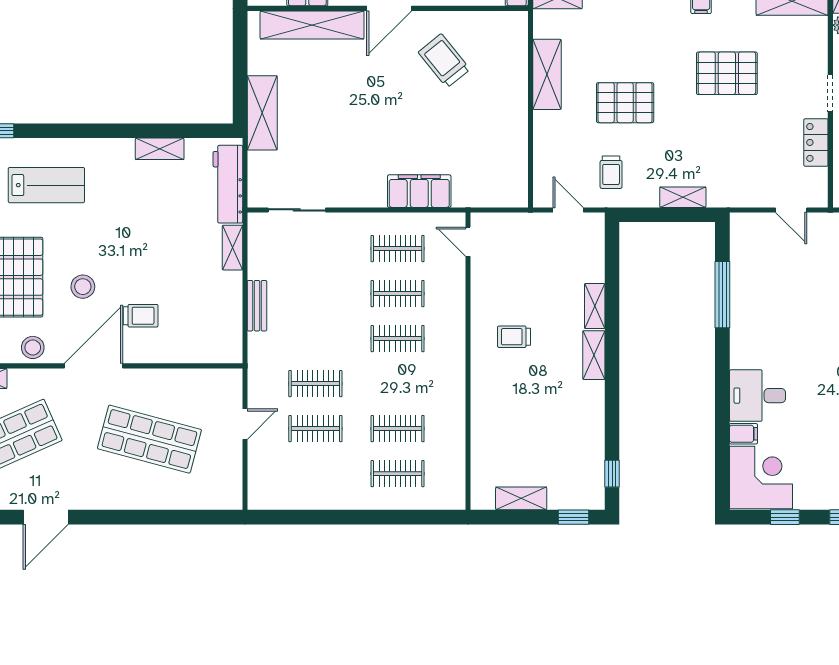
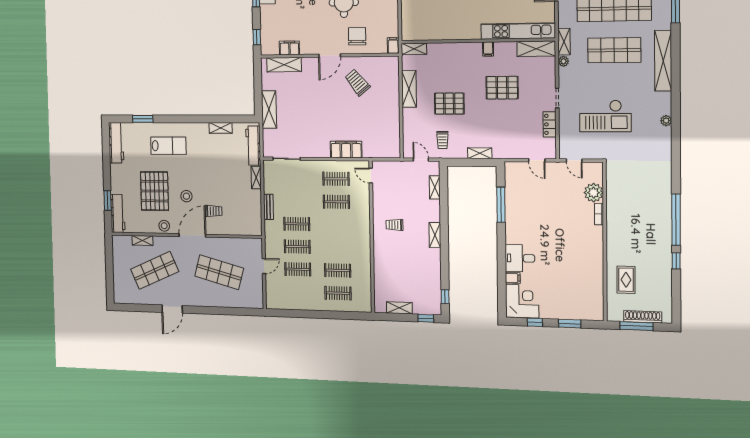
shelving: (312, 25) -> (284, 65), width x0.68
shelving: (595, 306) -> (435, 187), moved
clothes rail: (398, 339) -> (297, 224), moved

